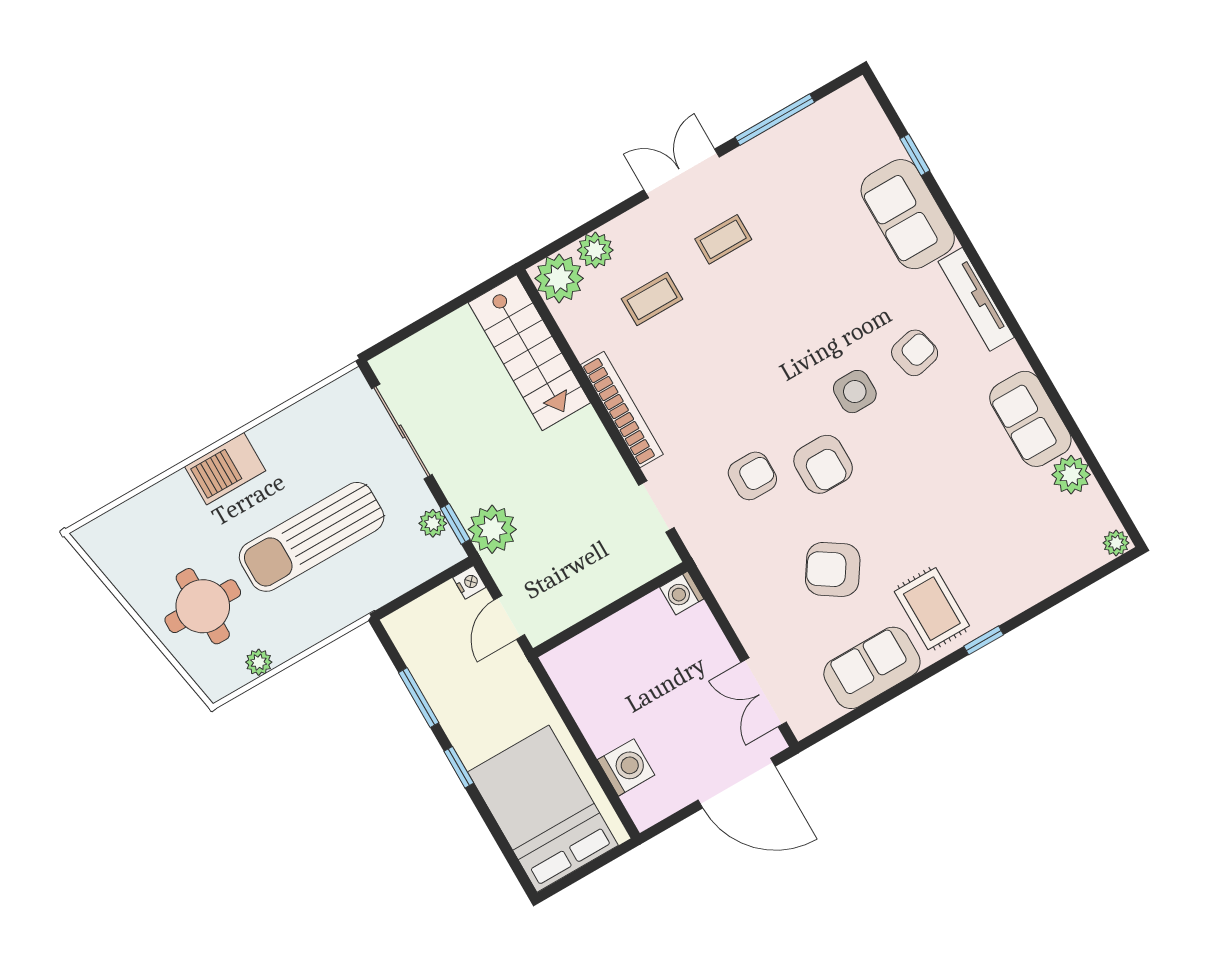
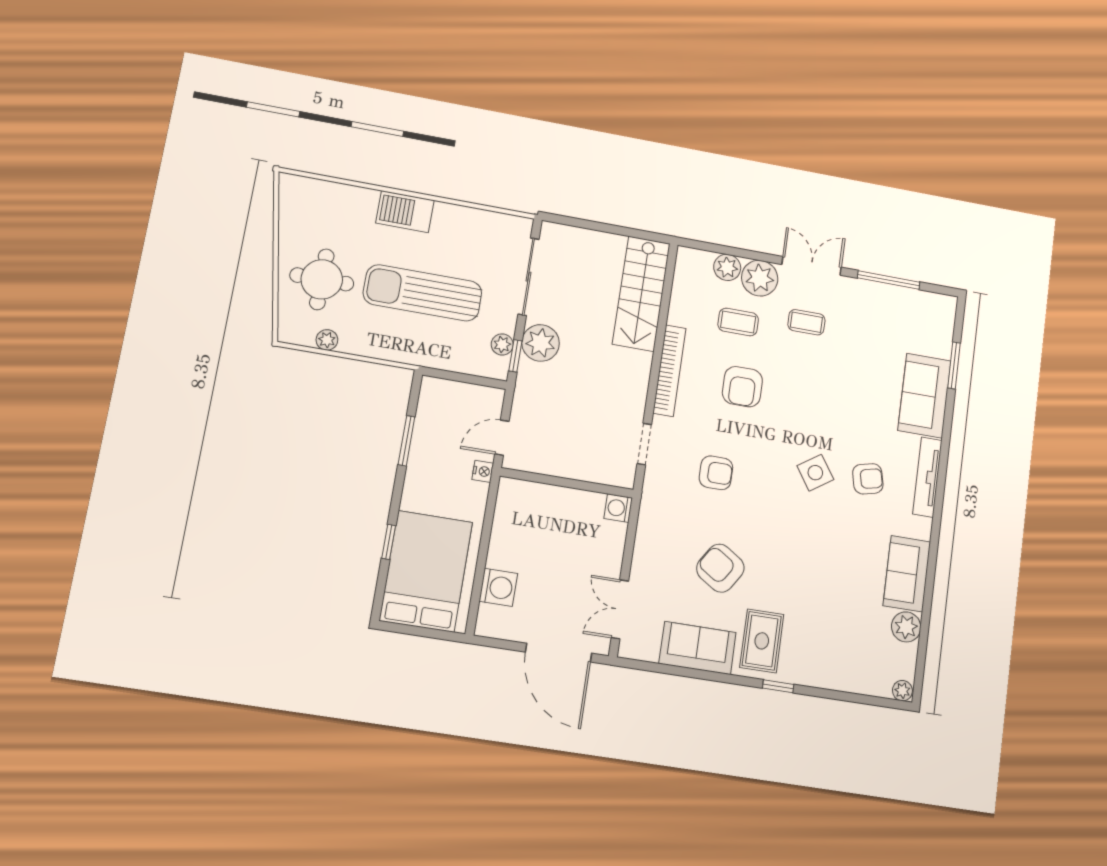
window: (915, 155) -> (954, 365), width x1.50
plant: (559, 278) -> (760, 278), moved
side table: (855, 392) -> (815, 473), turned -34
armchair: (823, 464) -> (742, 387), moved
plant: (492, 529) -> (541, 343), moved
nightstand: (469, 582) -> (483, 471), moved
window: (459, 767) -> (389, 542), moved

